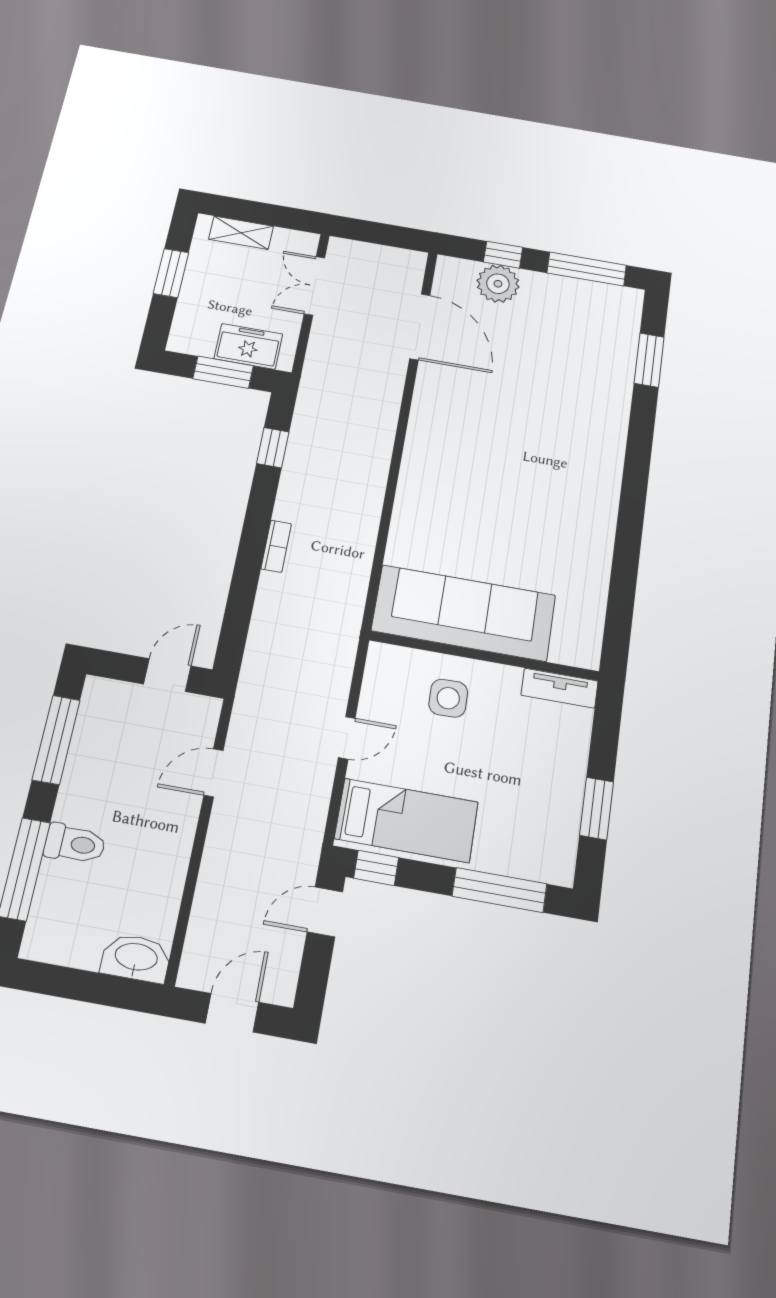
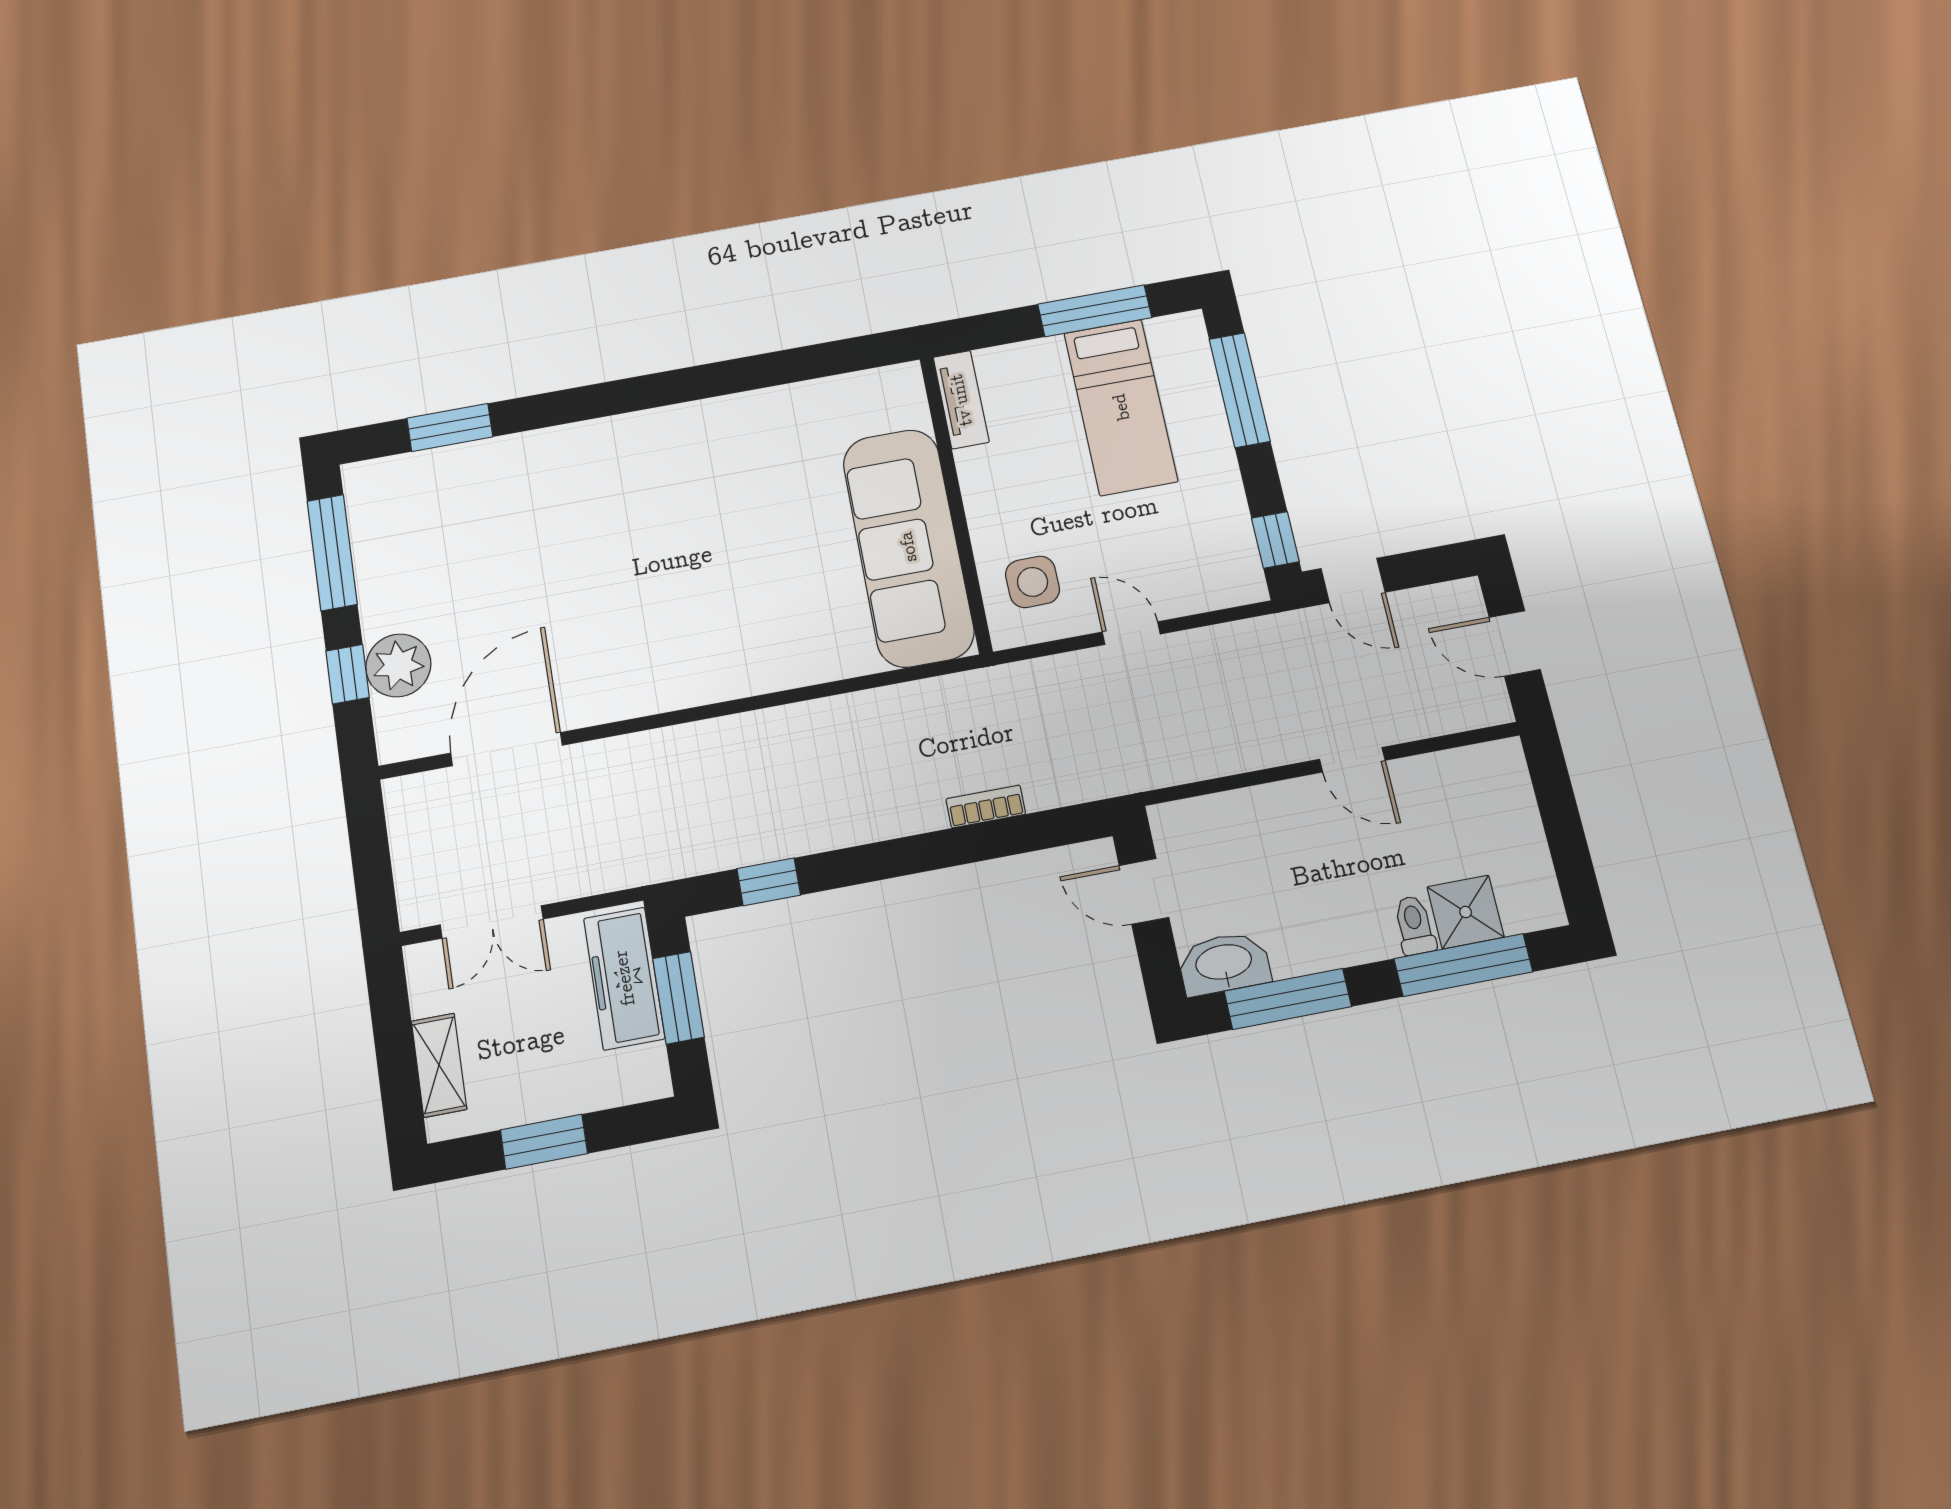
freezer: (248, 346) -> (624, 978), width x1.40
bookcase: (276, 546) -> (986, 806), moved
side table: (448, 698) -> (1033, 582), moved
door: (214, 773) -> (1352, 760), moved
window: (597, 809) -> (1095, 311), width x1.44
bed: (407, 820) -> (1121, 407), moved, turned 180
toilet: (75, 844) -> (1414, 925), width x0.73, depth x0.72
shower: (59, 887) -> (1466, 912), added
washbasin: (136, 958) -> (1224, 963), moved, turned 90

